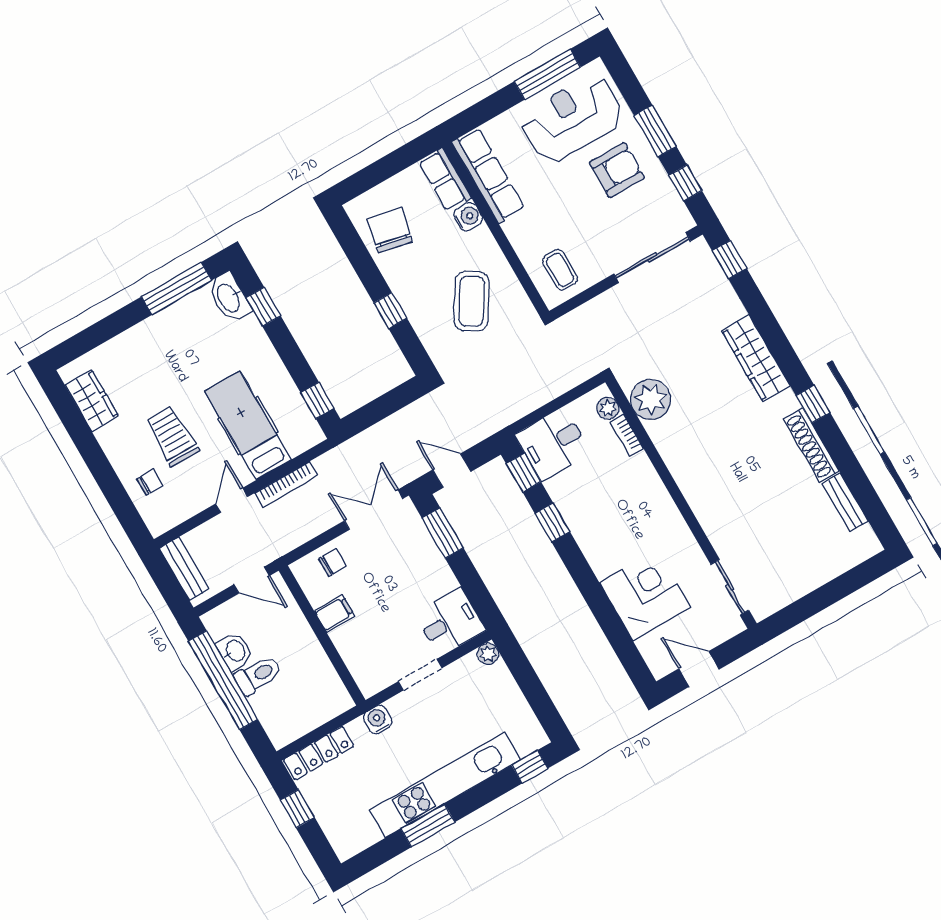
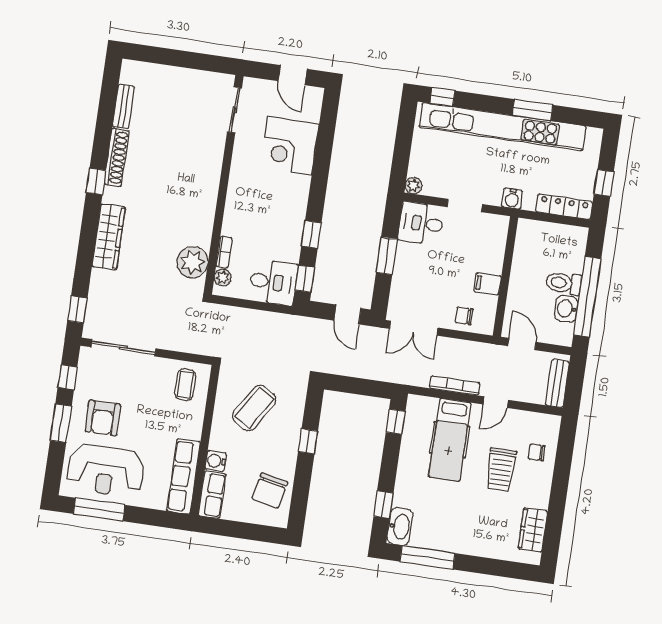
armchair: (617, 170) -> (103, 418), turned -90
window: (443, 533) -> (387, 256), moved
kitchen unit: (445, 785) -> (503, 127), width x1.36

